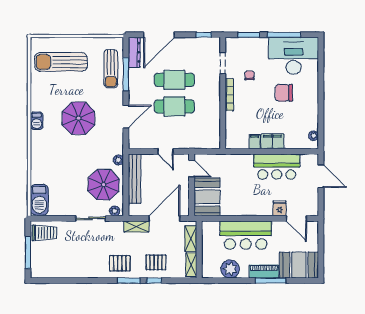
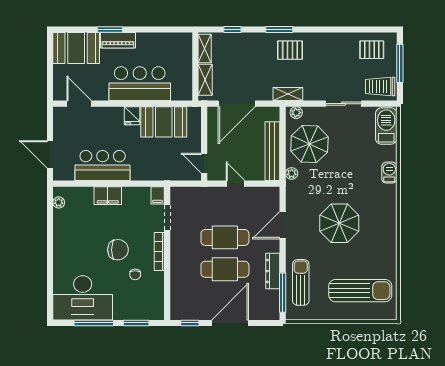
door: (159, 35) -> (230, 323), moved
dresser: (134, 52) -> (273, 271), moved
doorway: (223, 63) -> (167, 218), moved
window: (126, 74) -> (283, 293), moved
chair: (284, 93) -> (118, 250), moved
barbecue: (37, 121) -> (389, 173), moved
filing cabinet: (255, 142) -> (158, 195), moved
booth: (207, 197) -> (164, 122), moved, turned 90
fridge: (280, 208) -> (132, 116), moved
sliding door: (91, 218) -> (344, 104), moved
shelving: (137, 227) -> (288, 94), moved
pallet: (156, 262) -> (372, 50), moved
plant: (230, 269) -> (158, 43), removed
window: (154, 281) -> (232, 29), moved
window: (271, 281) -> (110, 29), width x0.69

